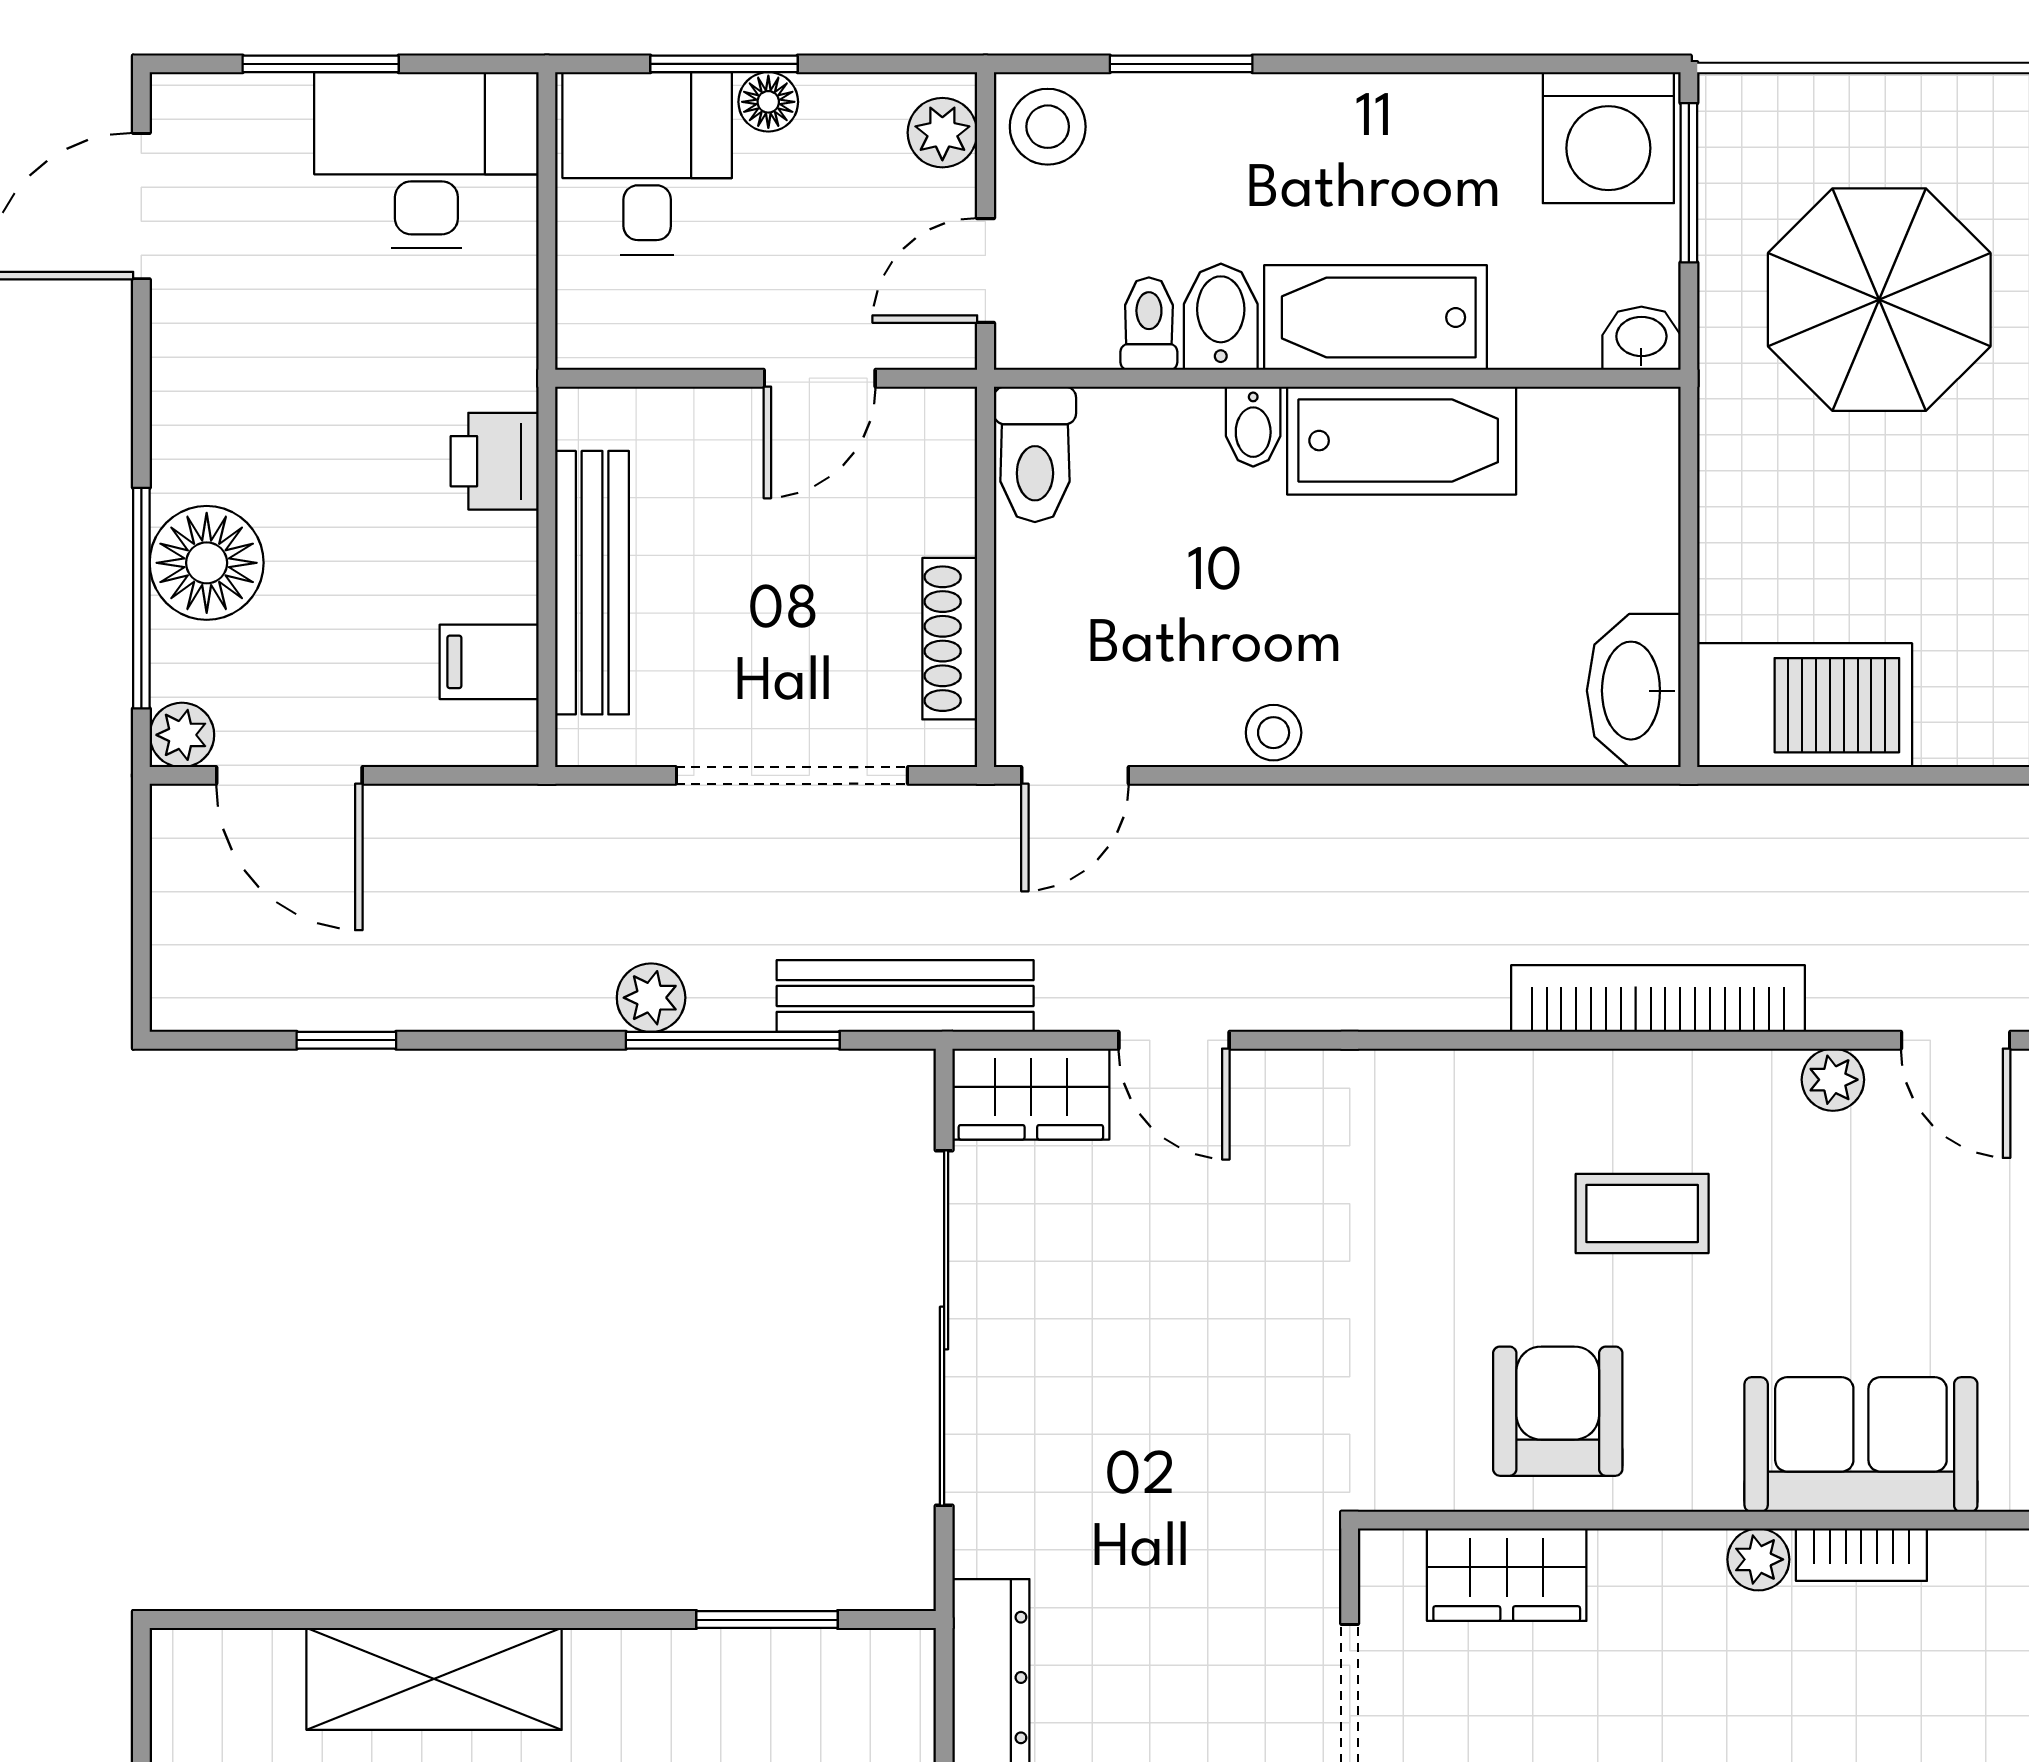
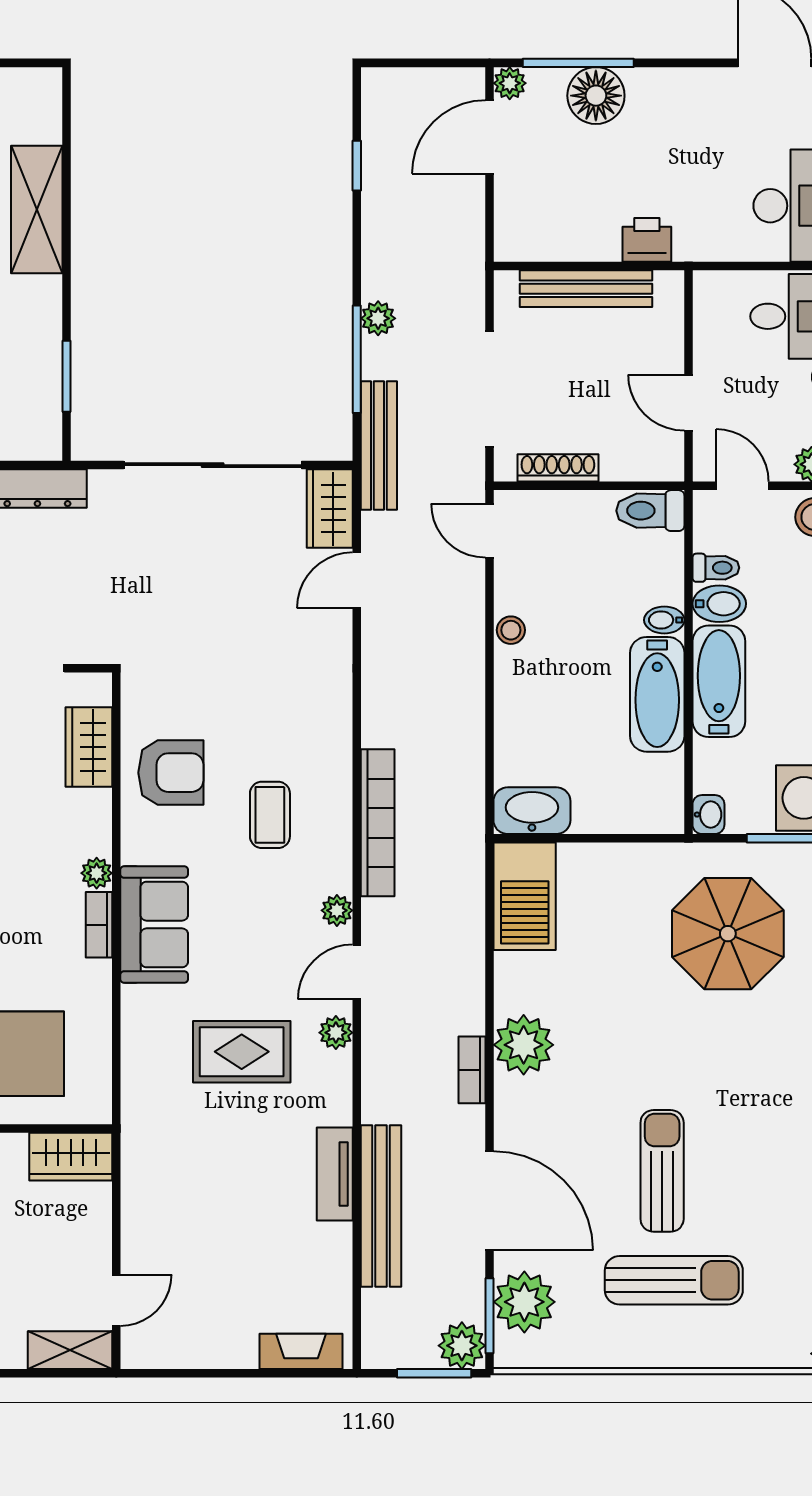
filing cabinet: (489, 662) -> (546, 237), removed

